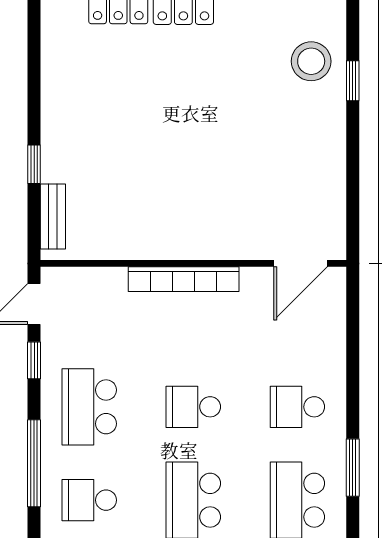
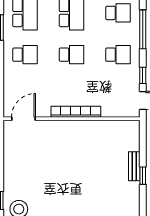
window: (34, 164) -> (143, 176), moved
bench: (53, 217) -> (134, 166), moved
school desk: (89, 407) -> (118, 55), width x0.54

